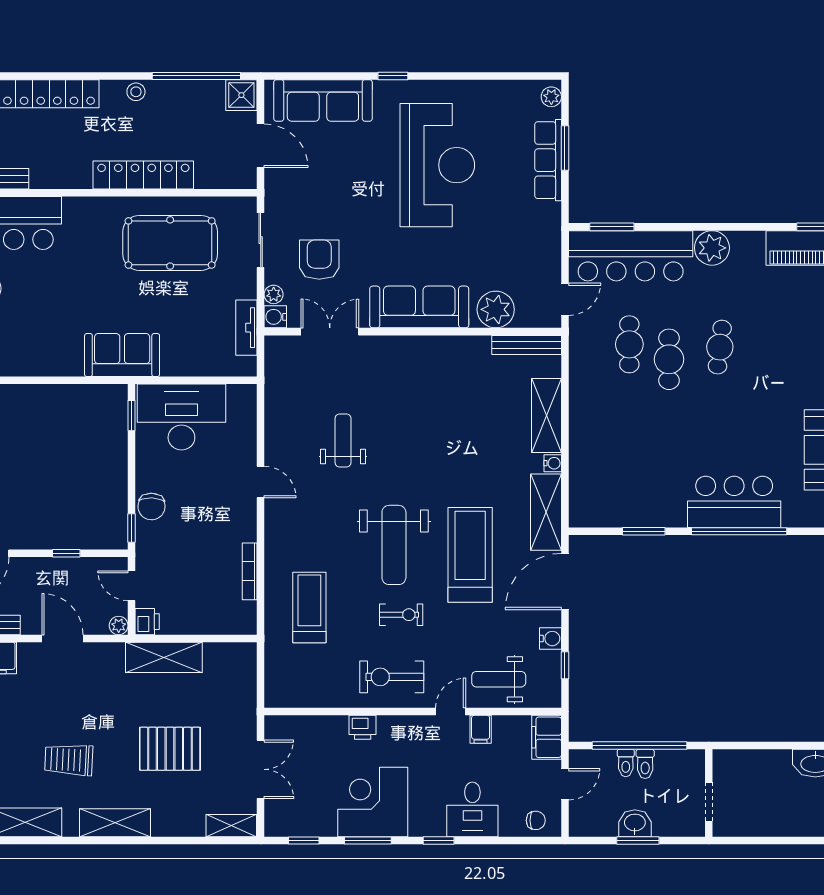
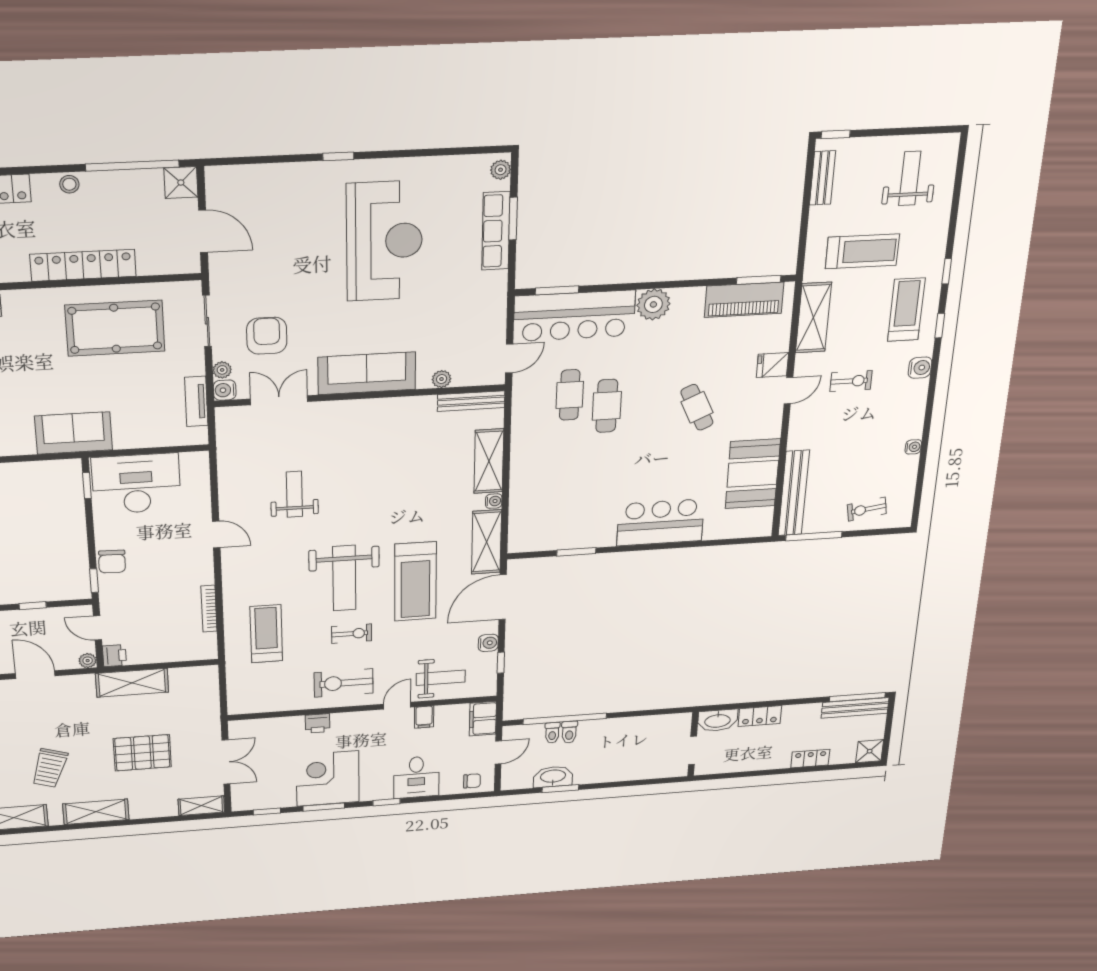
sofa: (323, 100) -> (266, 184), removed
plant: (496, 309) -> (442, 379), width x0.53, depth x0.53
cafe table: (720, 347) -> (697, 407), moved, turned -32
window: (739, 531) -> (663, 546), removed
treadmill: (470, 555) -> (415, 581), turned 180
weight bench: (499, 679) -> (441, 678), turned 180
trolley: (69, 760) -> (50, 768), turned -75
wall: (709, 793) -> (693, 744), moved
doorway: (709, 802) -> (693, 750), moved
washbasin: (635, 823) -> (553, 777), width x1.38

